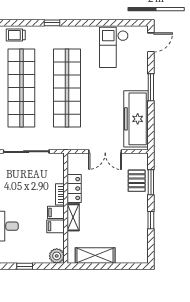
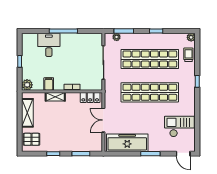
pallet: (137, 181) -> (31, 139), moved
locker: (74, 189) -> (90, 98), moved
filing cabinet: (56, 212) -> (59, 84), removed

